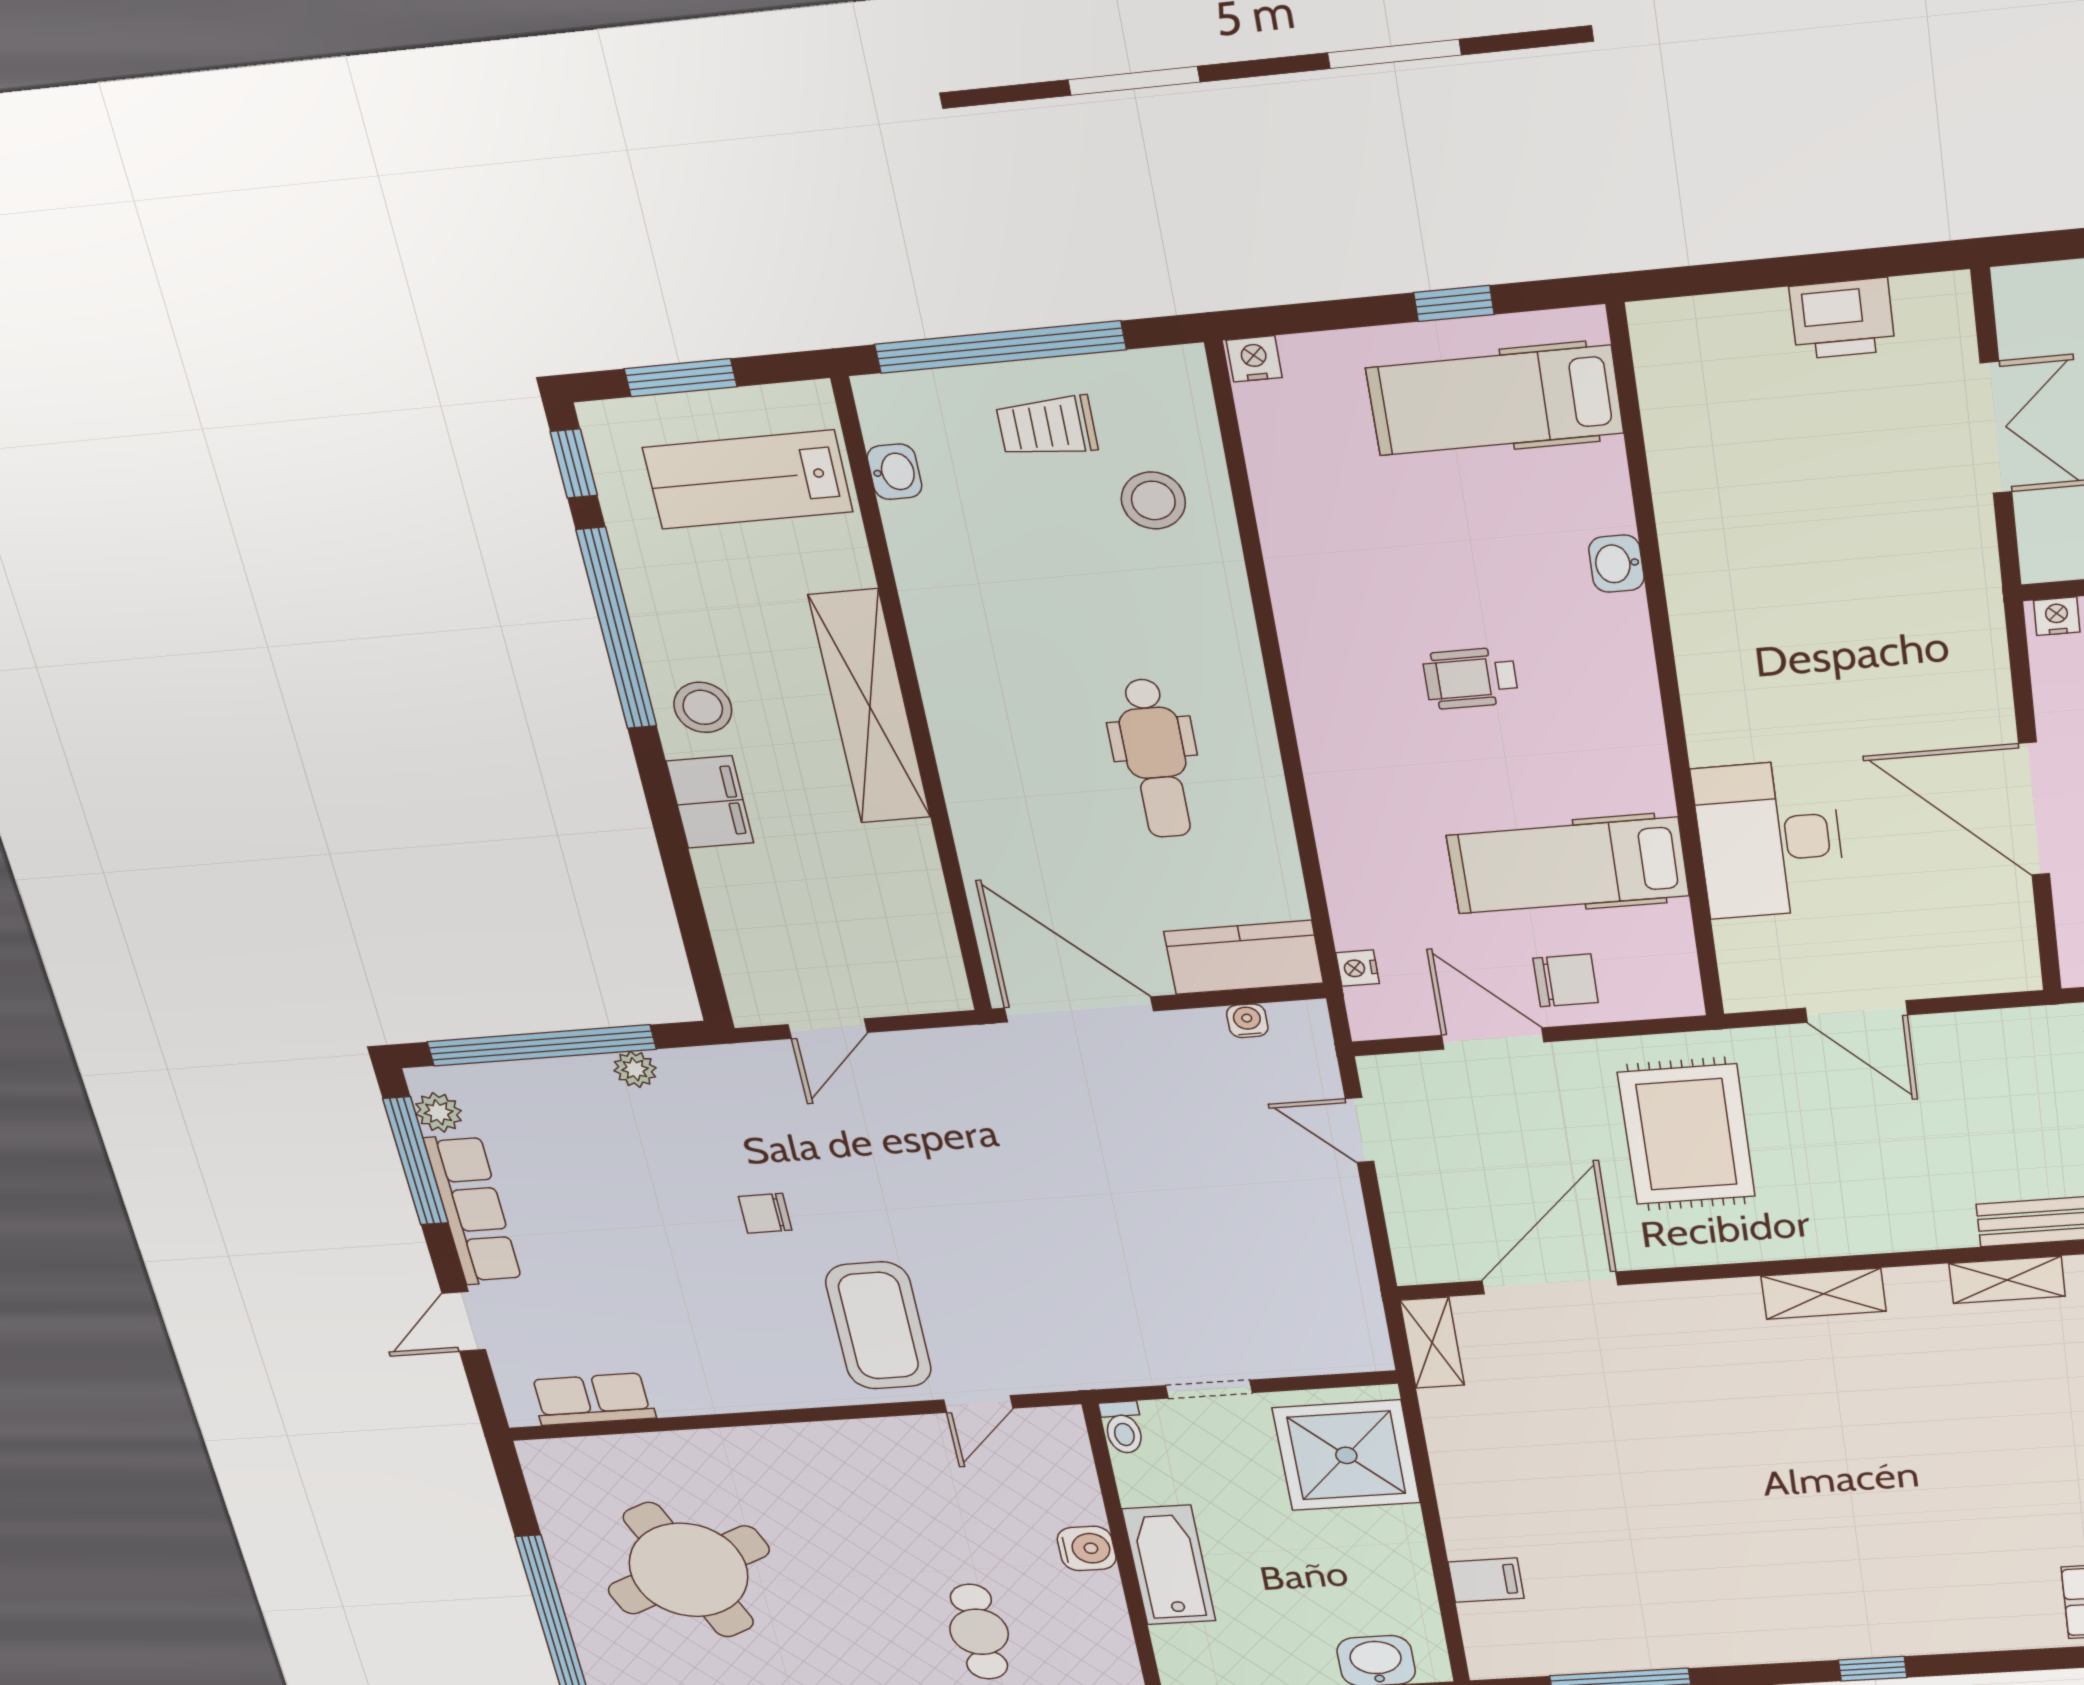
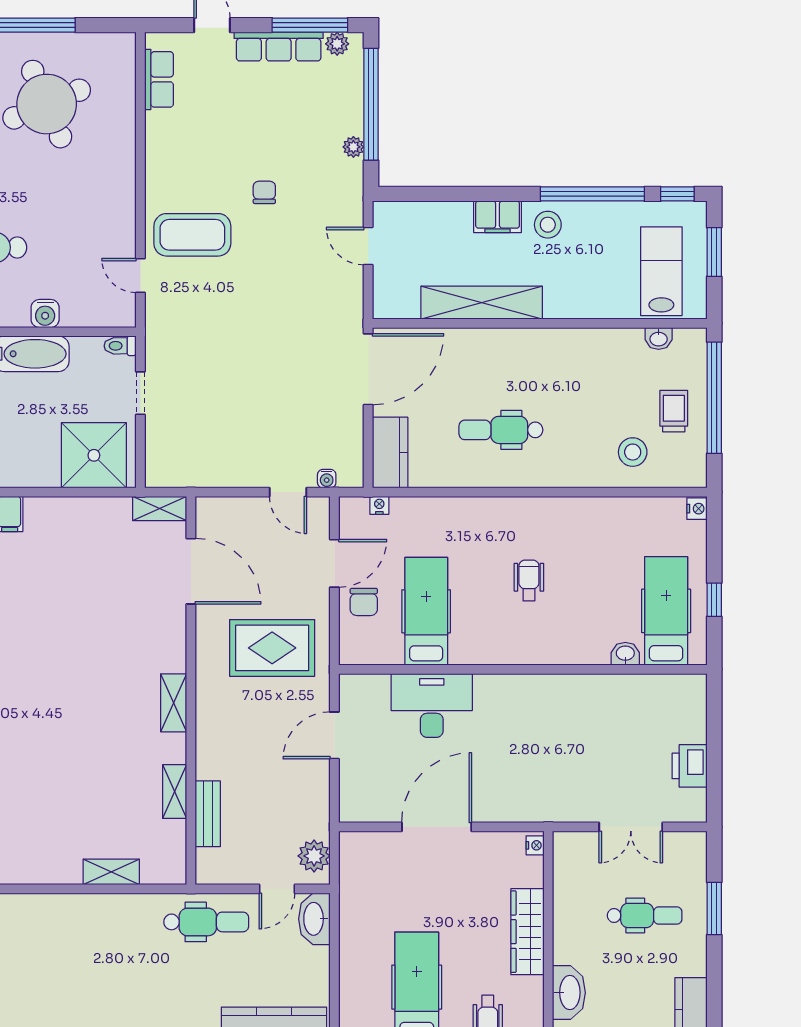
washbasin: (1616, 564) -> (625, 654), moved
shelving: (870, 707) -> (482, 303), moved
water cooler: (1247, 1021) -> (327, 479), moved, turned 90
door: (1360, 1130) -> (288, 492), swing flipped

